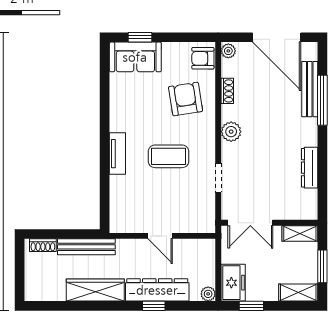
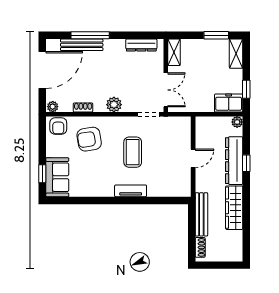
double door: (250, 223) -> (166, 90), moved
wall: (269, 223) -> (166, 76), moved
shelving: (300, 233) -> (174, 52), moved

